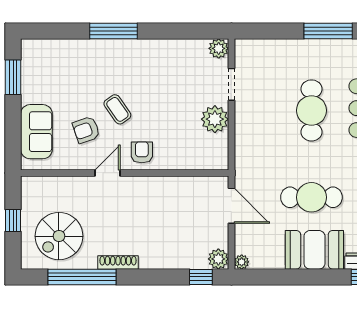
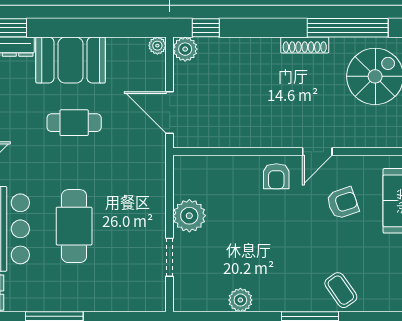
plant: (219, 48) -> (240, 300), moved
coffee table: (117, 109) -> (341, 290), moved
cafe table: (311, 197) -> (74, 123), width x0.73, depth x0.74

